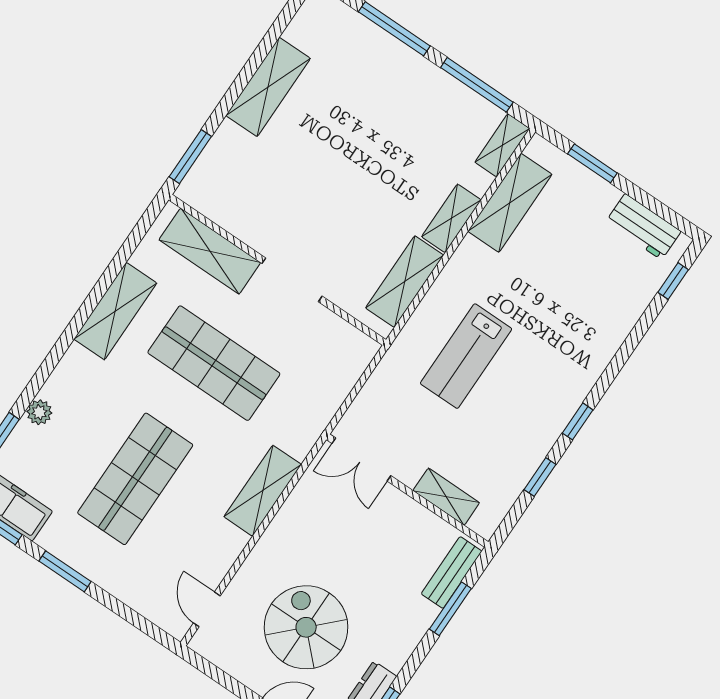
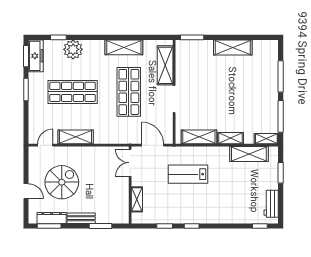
door: (357, 389) -> (153, 145), added
plant: (39, 412) -> (73, 49), width x1.88, depth x1.88
shelving: (263, 491) -> (76, 137), moved
bench: (452, 572) -> (81, 218), moved

